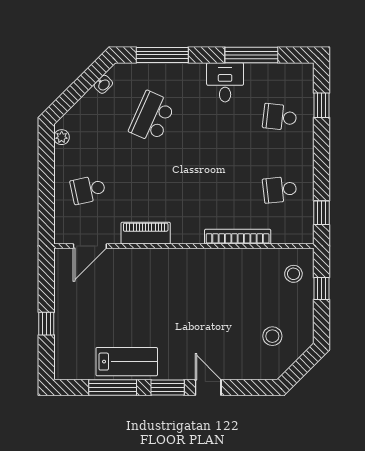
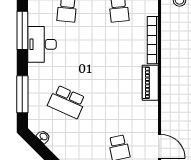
desk: (225, 82) -> (42, 44), width x1.37
piano: (146, 233) -> (150, 83), moved

